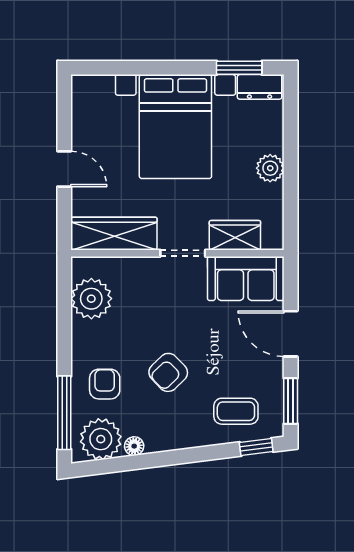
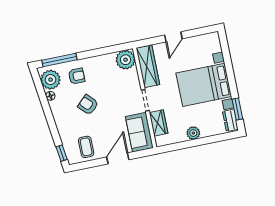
plant: (91, 299) -> (126, 60), moved
window: (291, 401) -> (86, 165), removed
coffee table: (236, 411) -> (86, 147), moved

